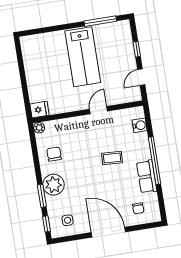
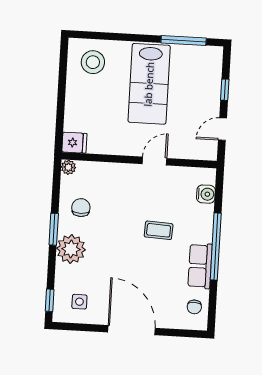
stool: (40, 50) -> (93, 62), added
window: (42, 196) -> (54, 229), moved
chair: (138, 208) -> (194, 307), moved

